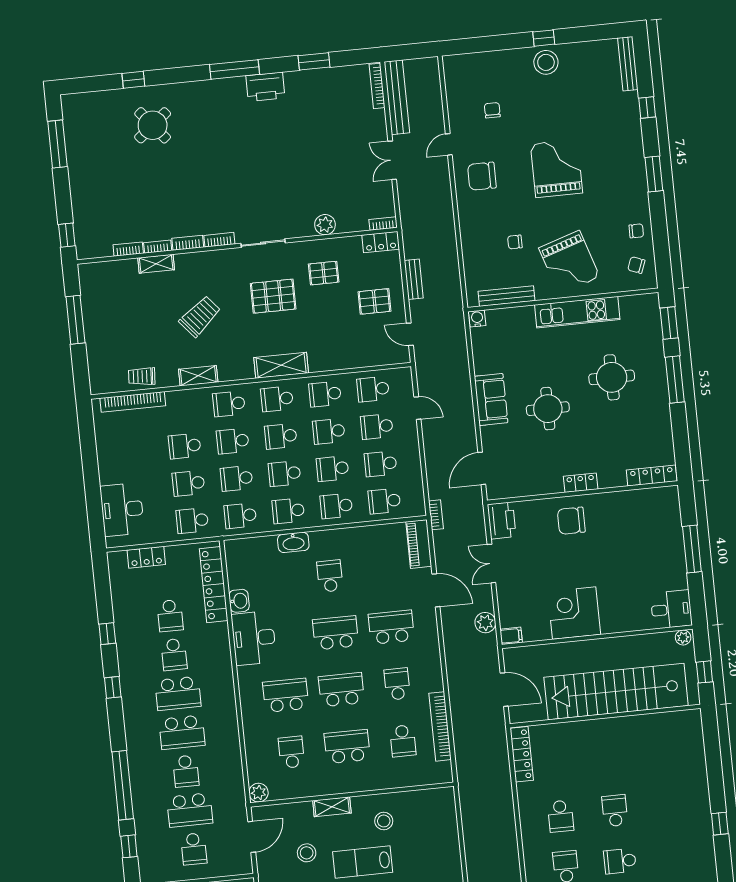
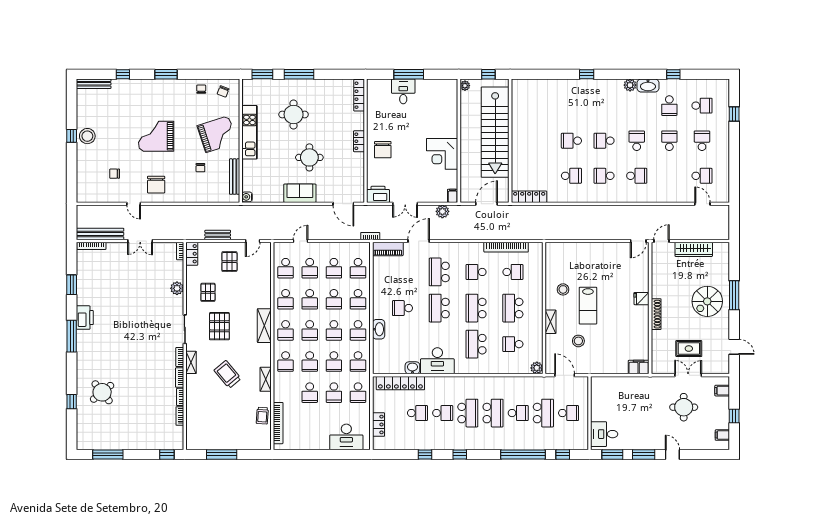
shelving: (156, 264) -> (191, 362), moved
desk: (671, 609) -> (403, 91), moved
school desk: (620, 861) -> (604, 141), turned 90

